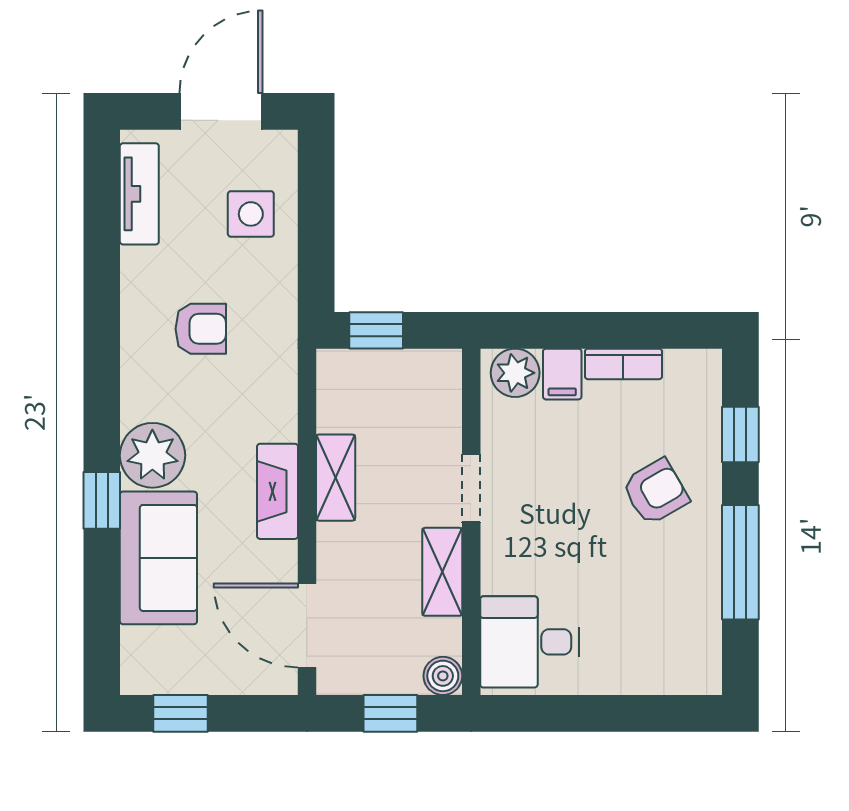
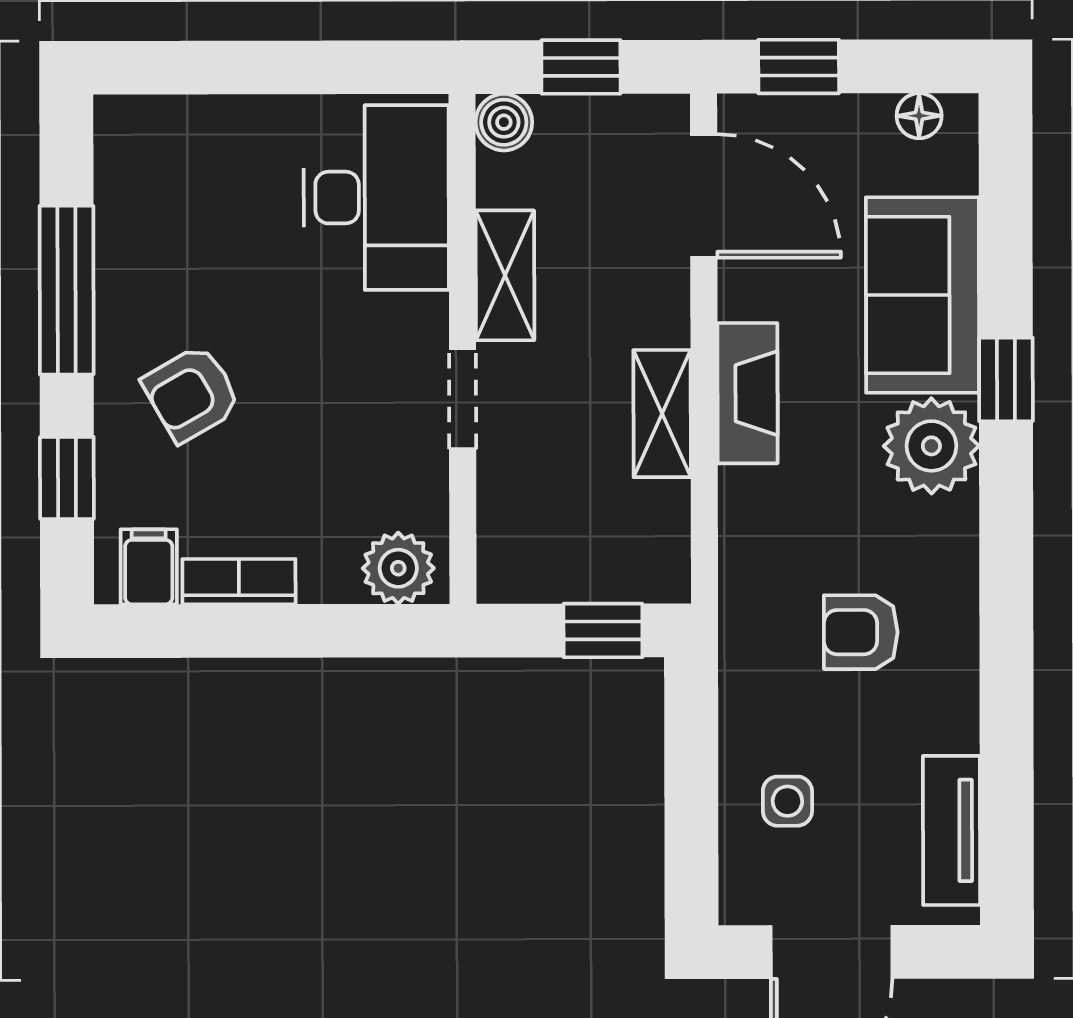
side table: (251, 214) -> (787, 801), width x0.73, depth x0.73
filing cabinet: (562, 374) -> (149, 567), moved
desk: (530, 642) -> (376, 197), width x1.37
floor lamp: (160, 680) -> (919, 116), added
window: (180, 713) -> (799, 67), moved

